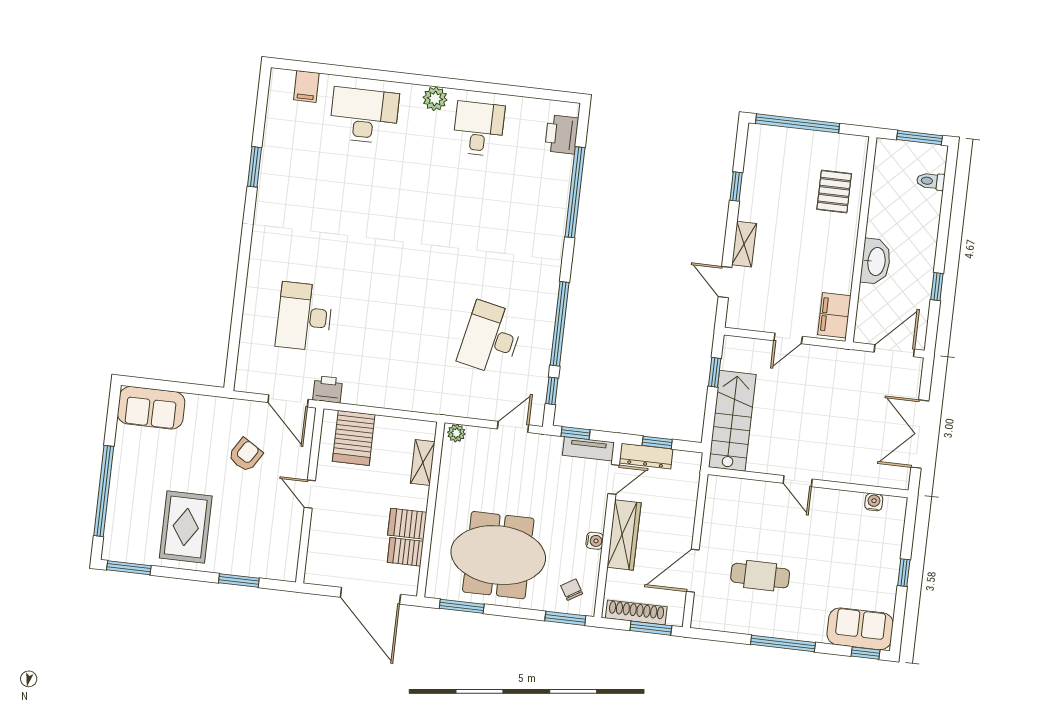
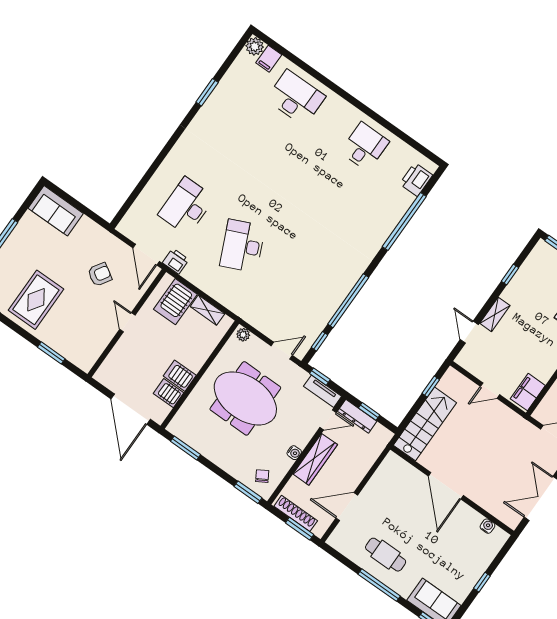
plant: (435, 99) -> (255, 46), moved
desk: (491, 338) -> (243, 246), moved, turned -36
shelving: (423, 462) -> (207, 310), moved, turned 90
door: (798, 481) -> (446, 486), width x1.88
meeting table: (498, 555) -> (245, 398), moved
cafe table: (760, 576) -> (386, 555), moved

